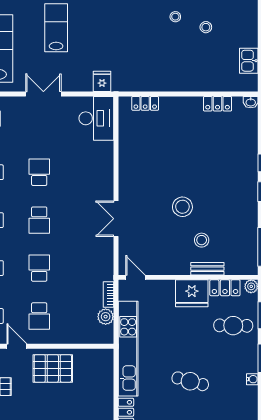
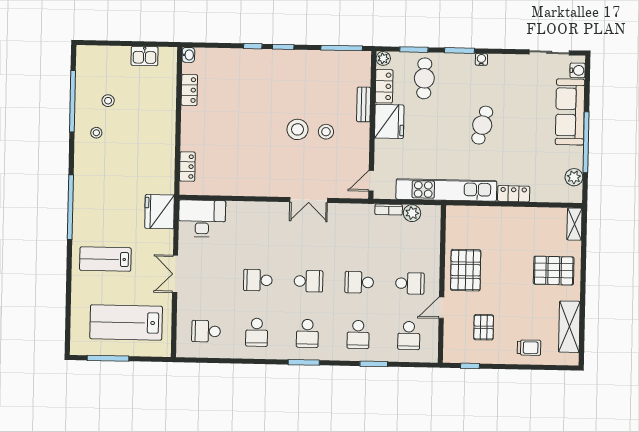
fridge: (102, 81) -> (160, 212), width x1.88, depth x1.34
stool: (202, 240) -> (326, 132), moved

